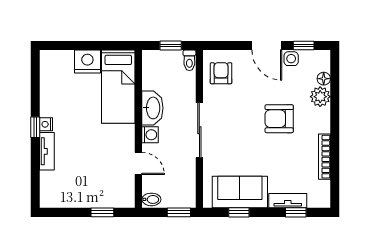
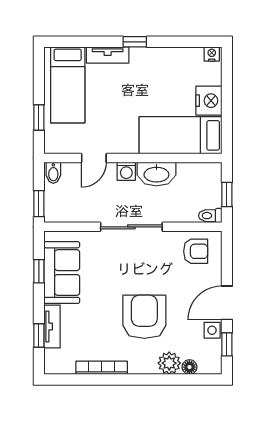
armchair: (279, 119) -> (144, 317), width x1.36, depth x1.36
nightstand: (46, 124) -> (212, 54), moved
bed: (73, 187) -> (68, 85), added

